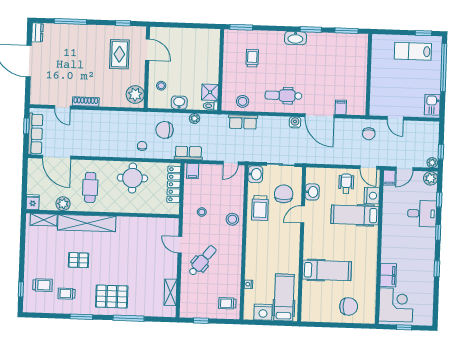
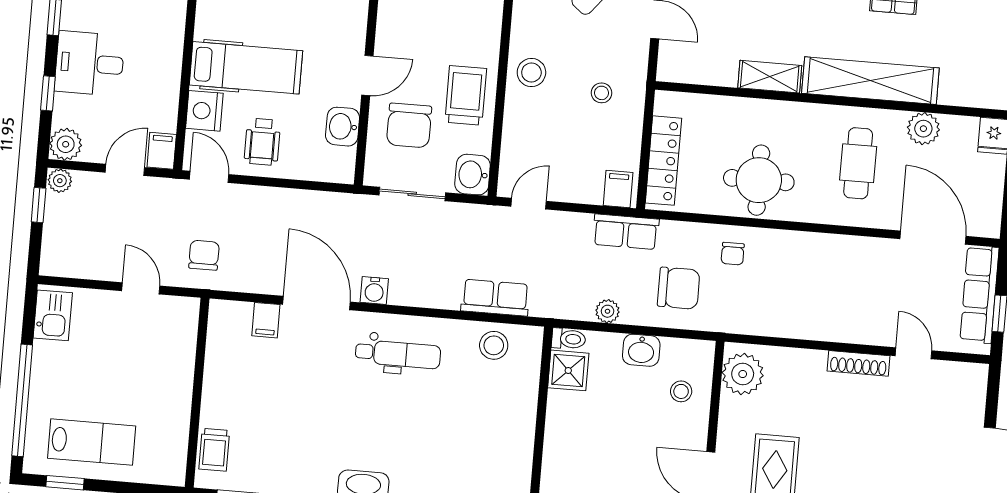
trolley: (252, 58) -> (214, 450), moved
shelving: (44, 220) -> (770, 77), moved

